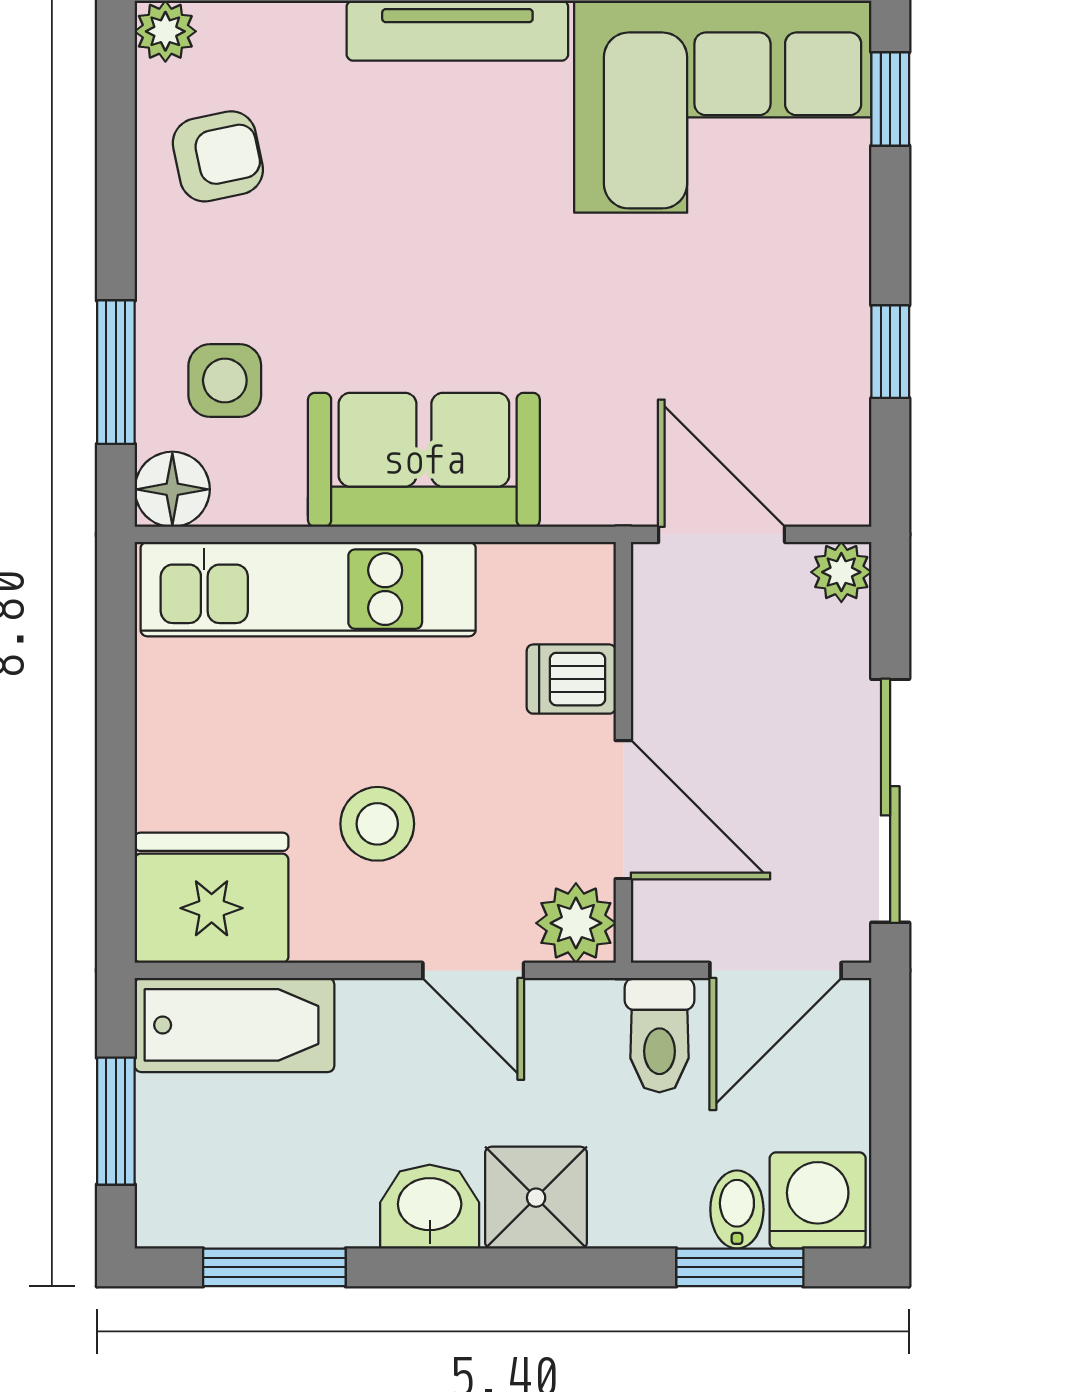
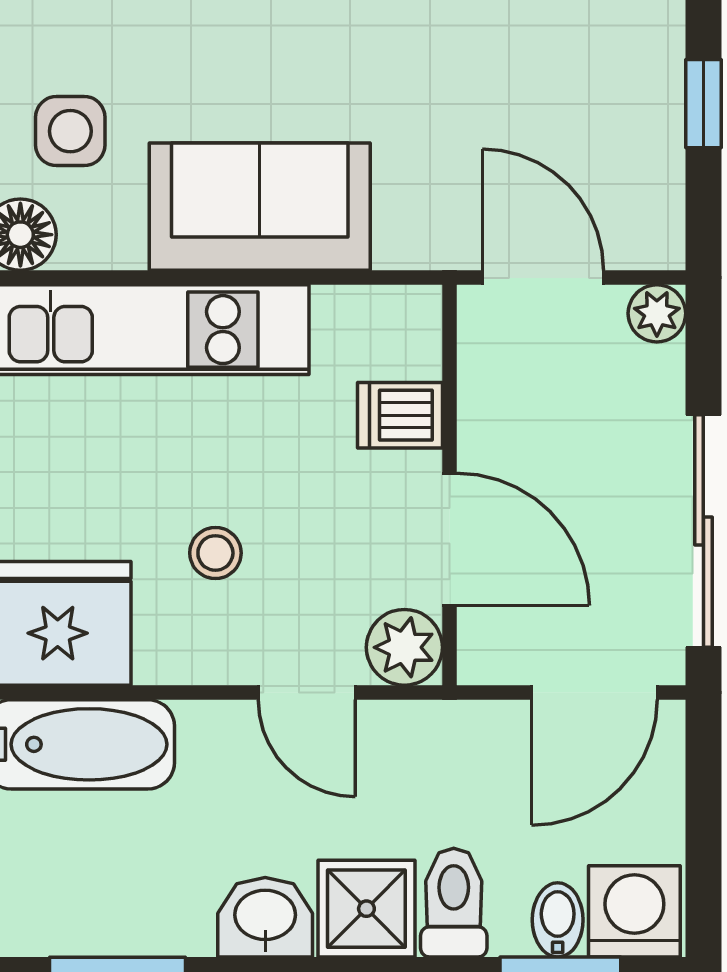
stool: (377, 824) -> (215, 553), width x0.73, depth x0.73
toilet: (659, 1035) -> (454, 903), moved, turned 180

